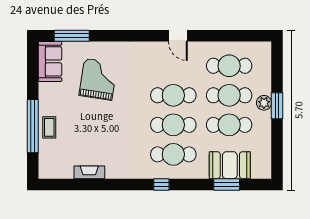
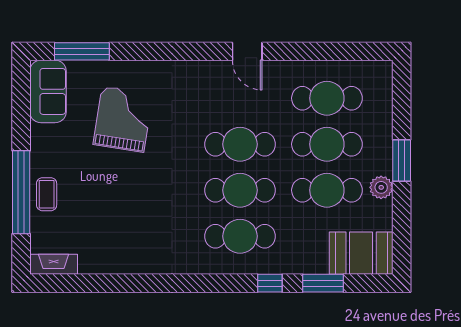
plant: (264, 103) -> (381, 187), moved
booth: (230, 165) -> (361, 253), moved
fireplace: (89, 172) -> (54, 264), moved
window: (161, 184) -> (270, 283), moved

